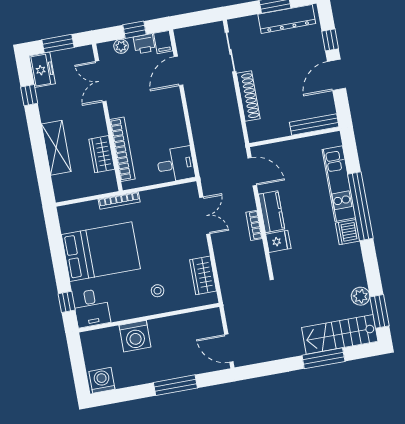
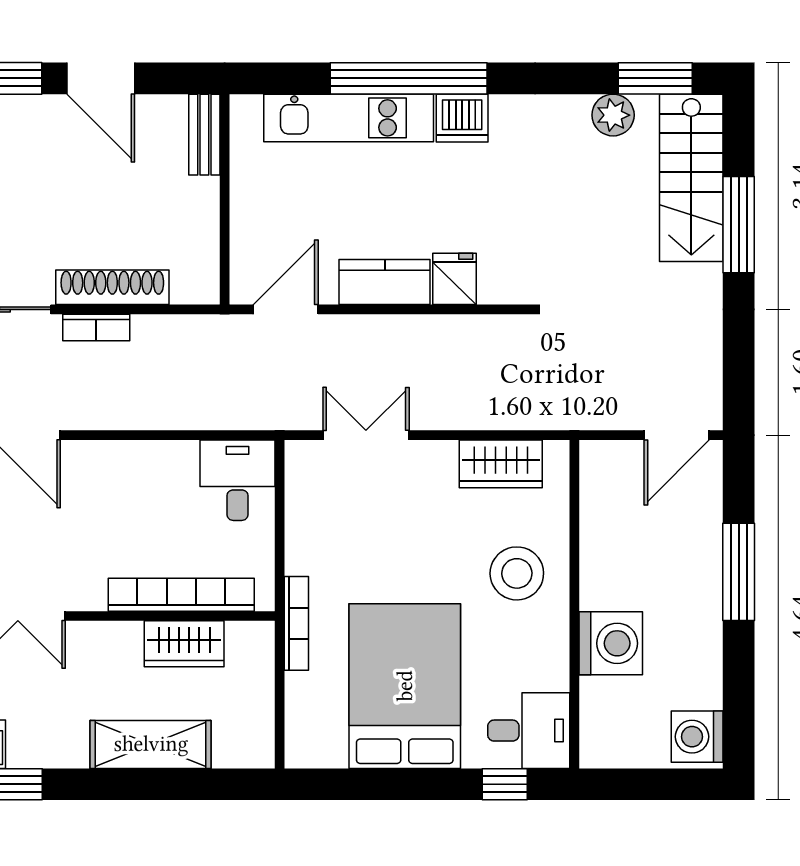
bench: (314, 125) -> (204, 135), width x0.73
bookcase: (254, 225) -> (96, 327), moved
stool: (158, 291) -> (517, 573), width x1.89, depth x1.89

